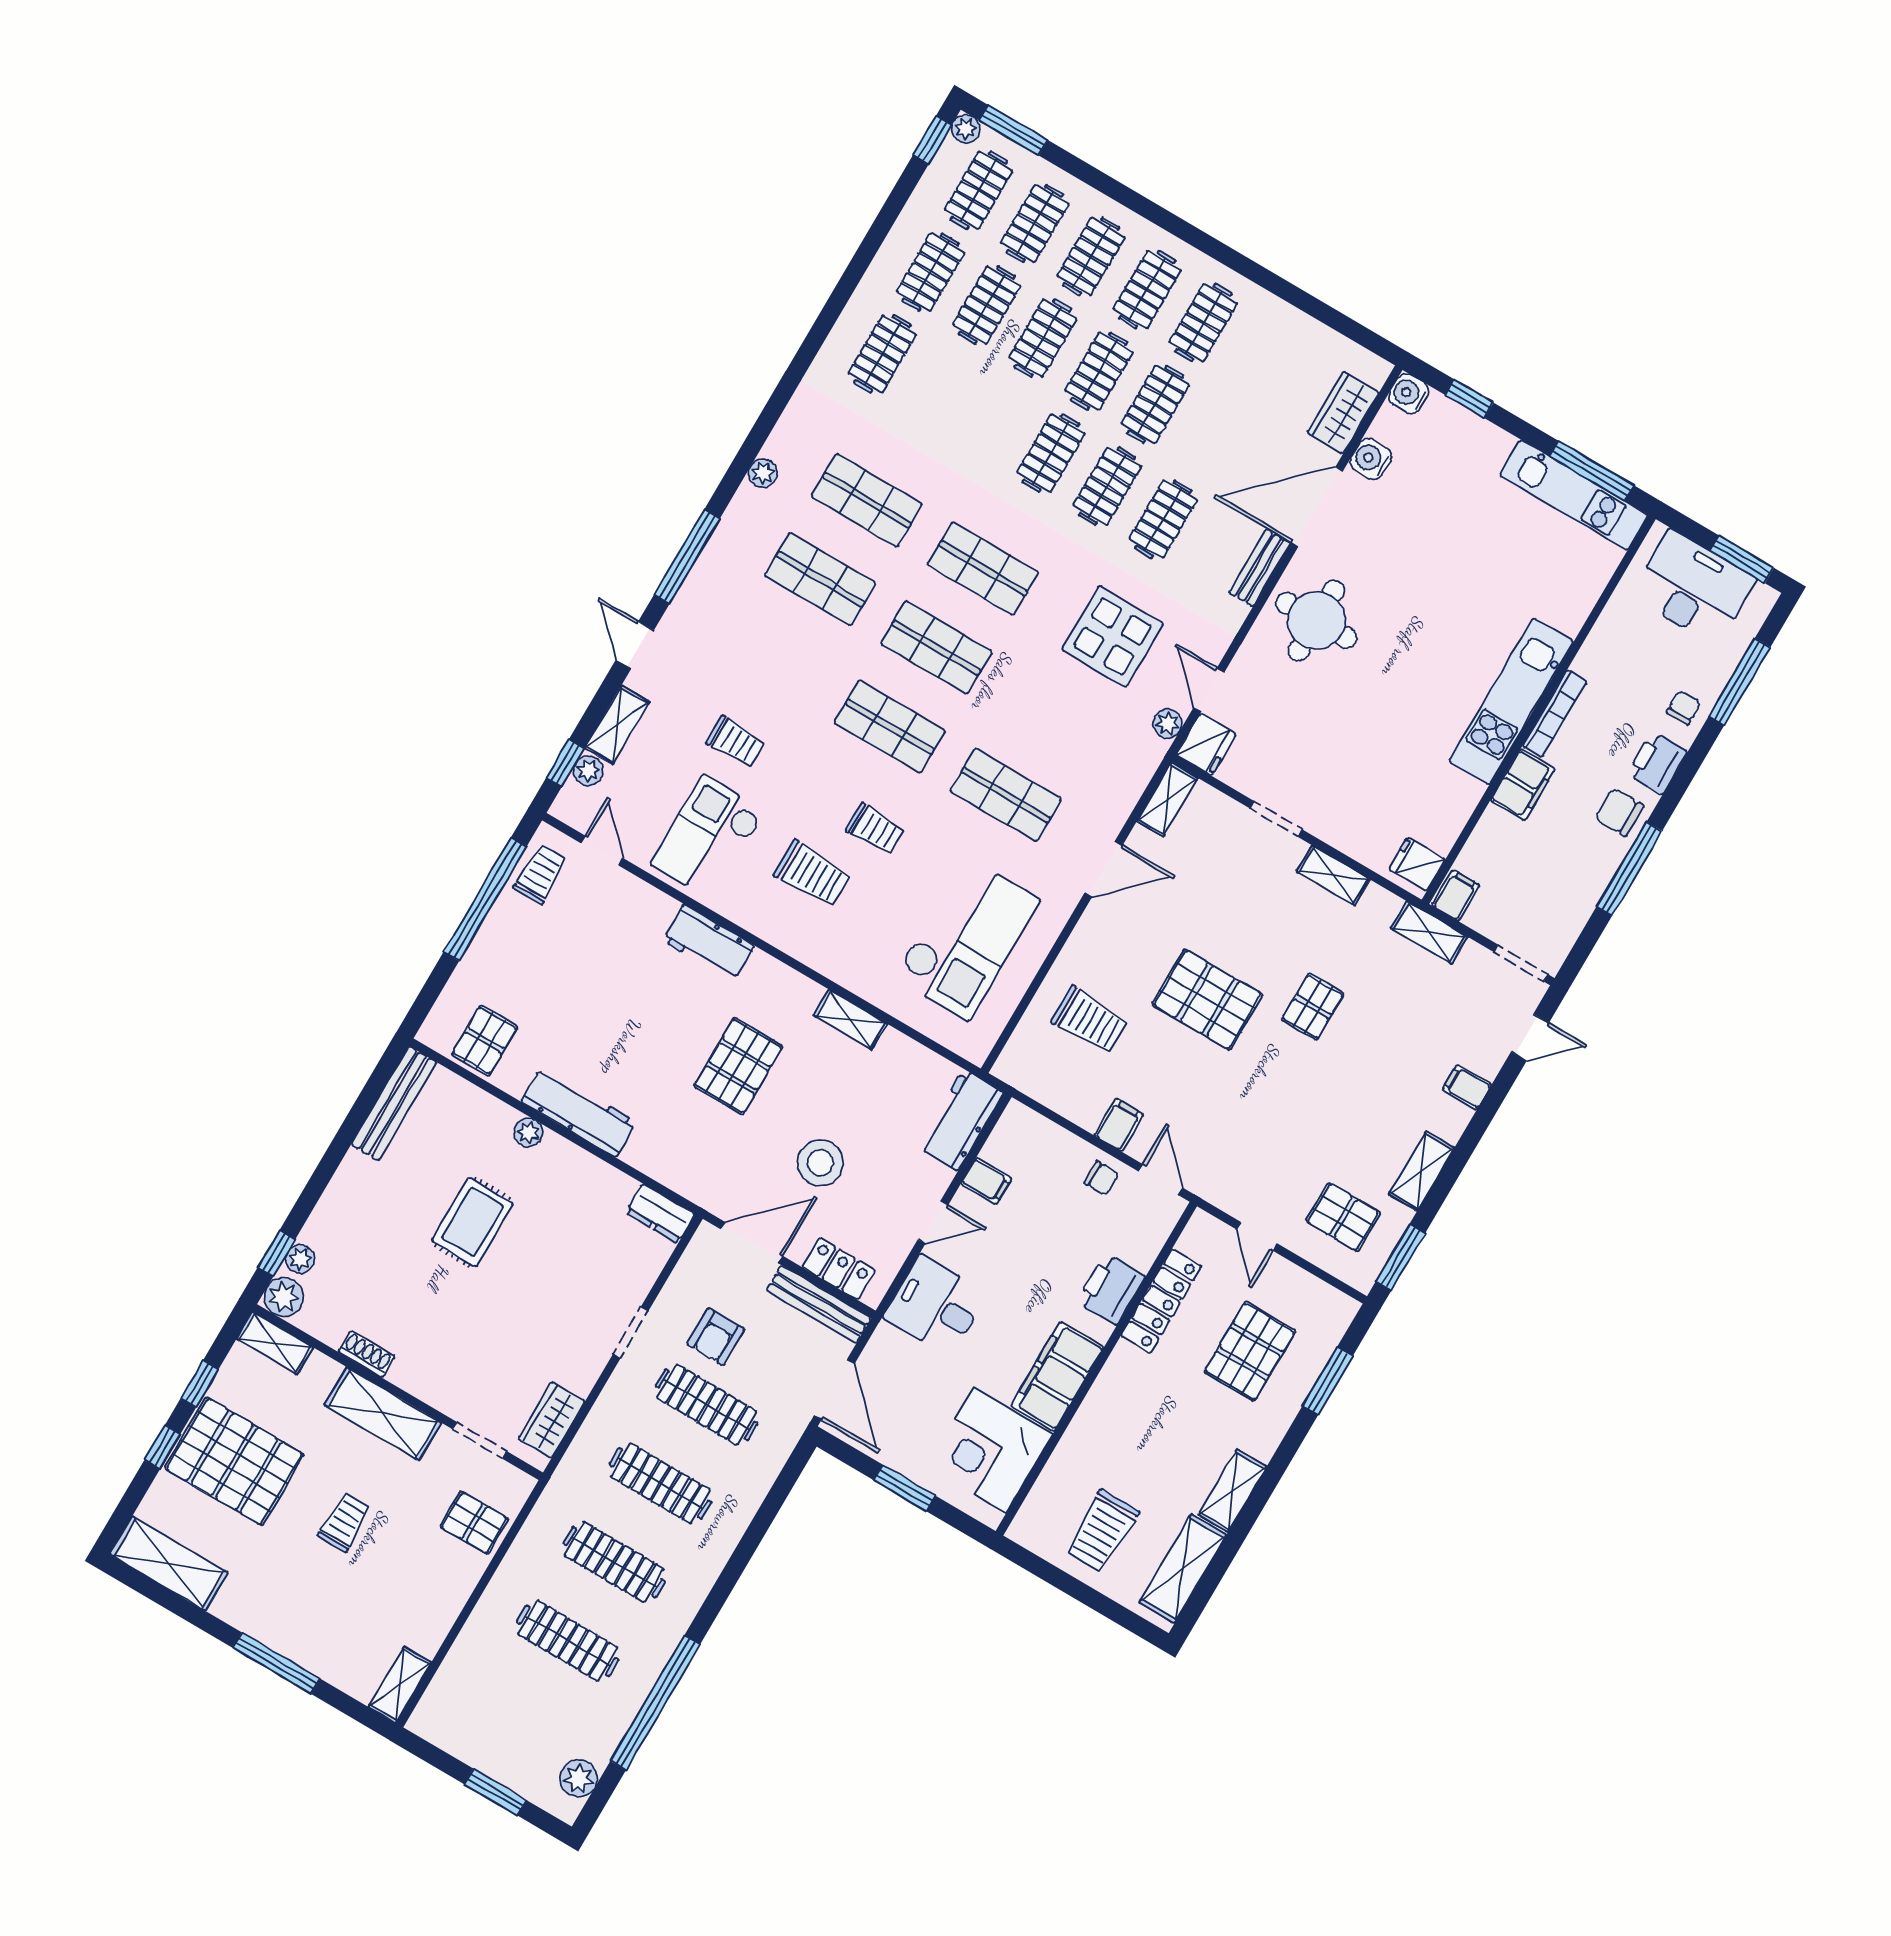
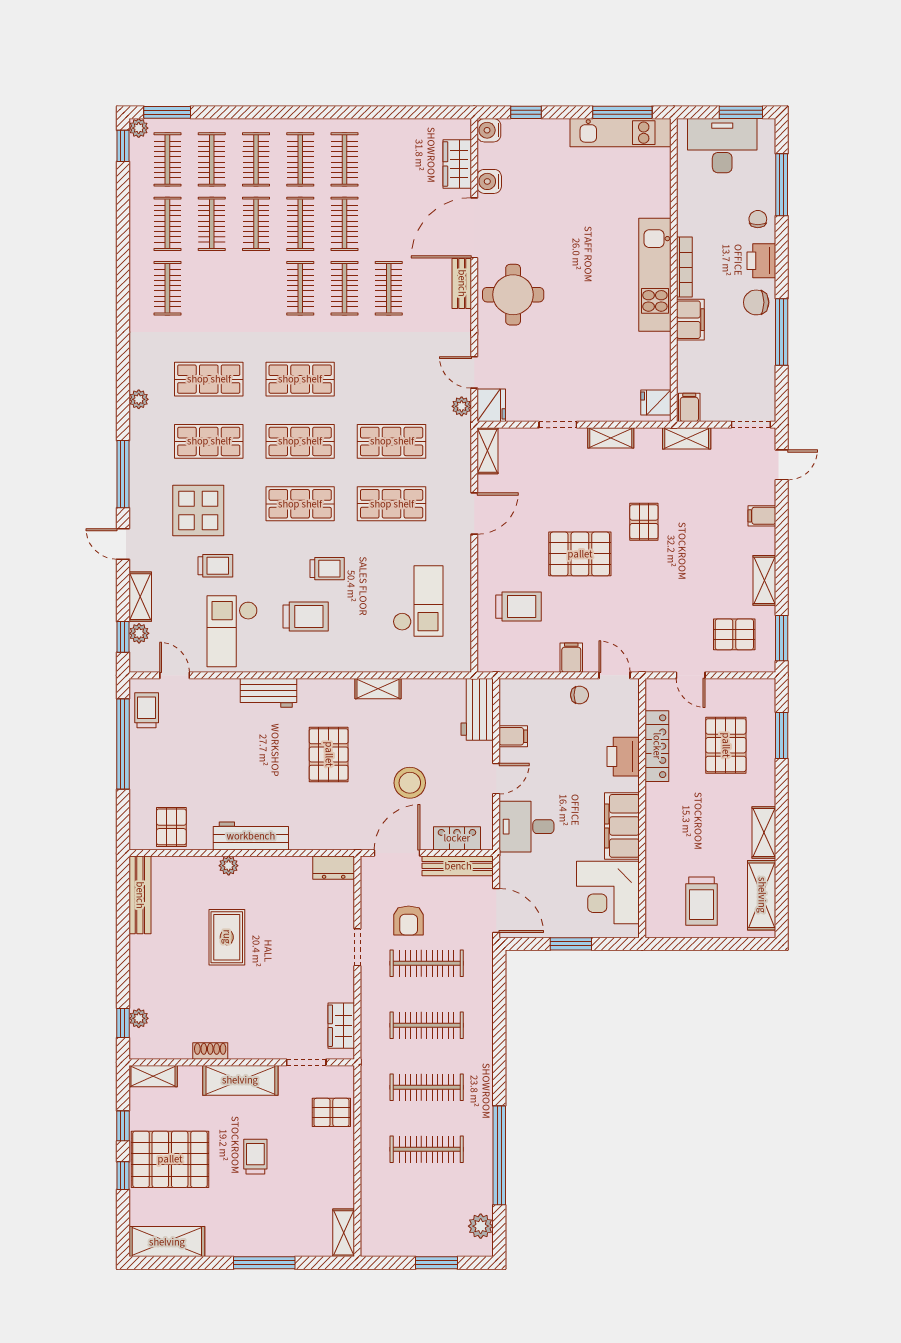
display table: (1113, 636) -> (198, 510), moved
shop shelf: (1052, 716) -> (392, 441), added
checkout: (967, 938) -> (418, 601), width x0.73, depth x0.83
plant: (284, 1297) -> (142, 1046), removed

